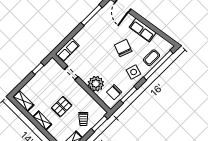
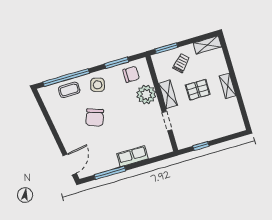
row of seats: (143, 30) -> (62, 126), removed
row of seats: (67, 50) -> (132, 156), moved
shelving: (23, 101) -> (168, 94), moved

